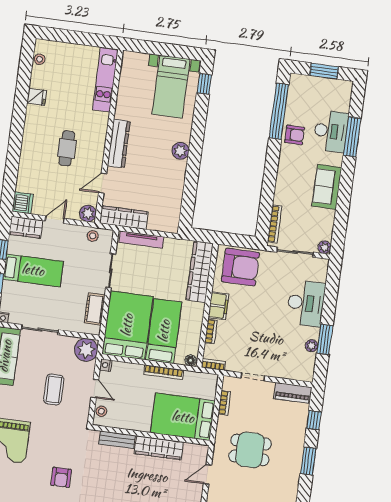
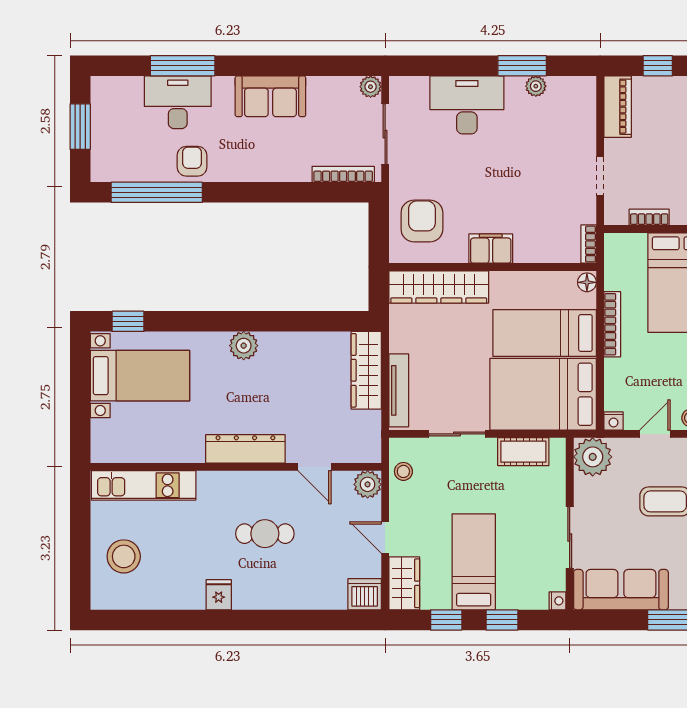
stool: (40, 59) -> (124, 556), moved, width x1.89, depth x1.89
fridge: (37, 97) -> (219, 595), moved
wardrobe: (124, 218) -> (366, 370), moved
armchair: (240, 267) -> (422, 221), width x0.73, depth x0.73
bookcase: (211, 332) -> (535, 255), removed

